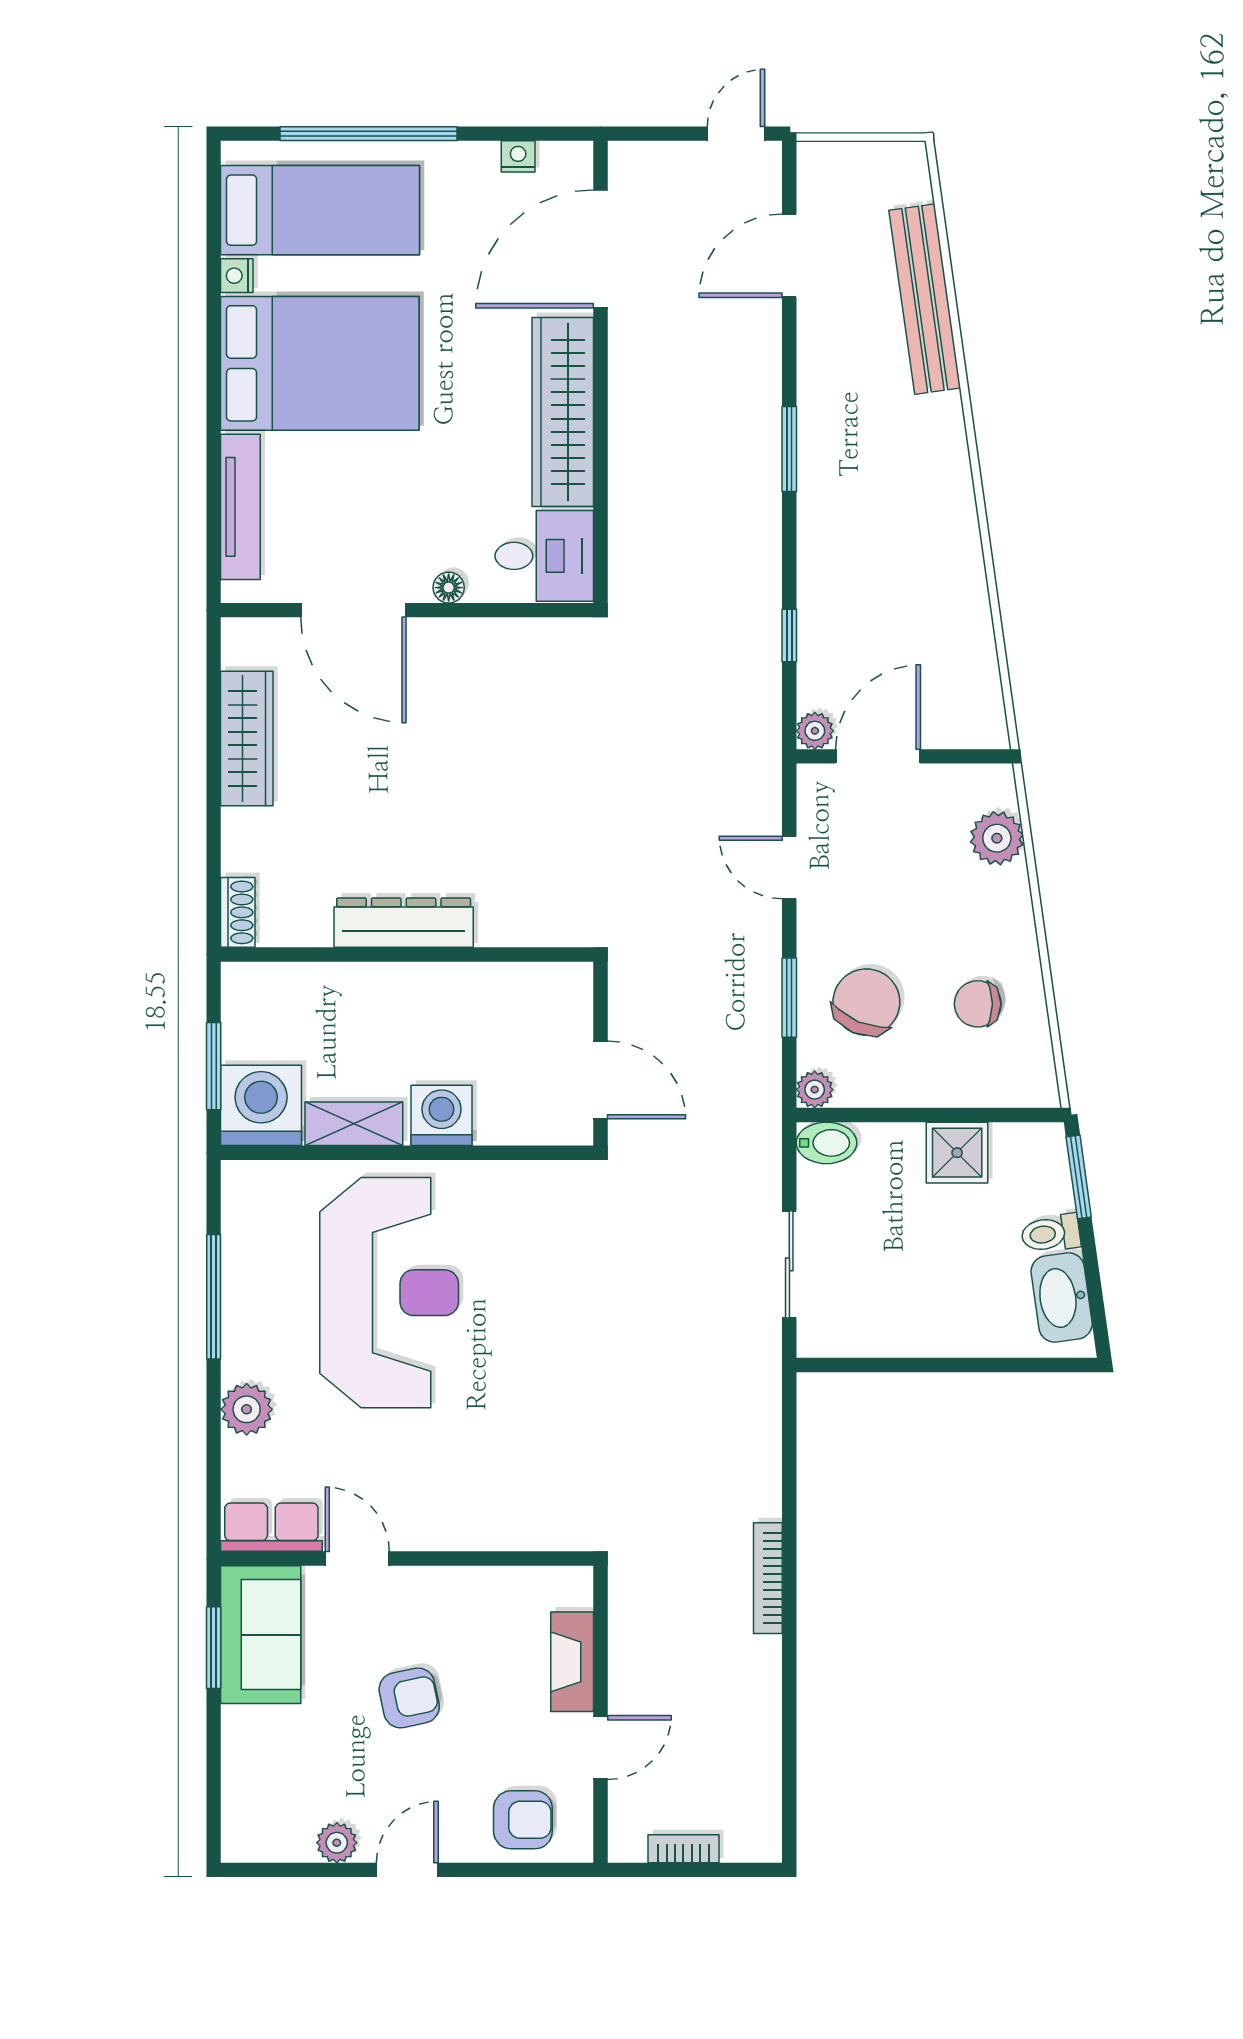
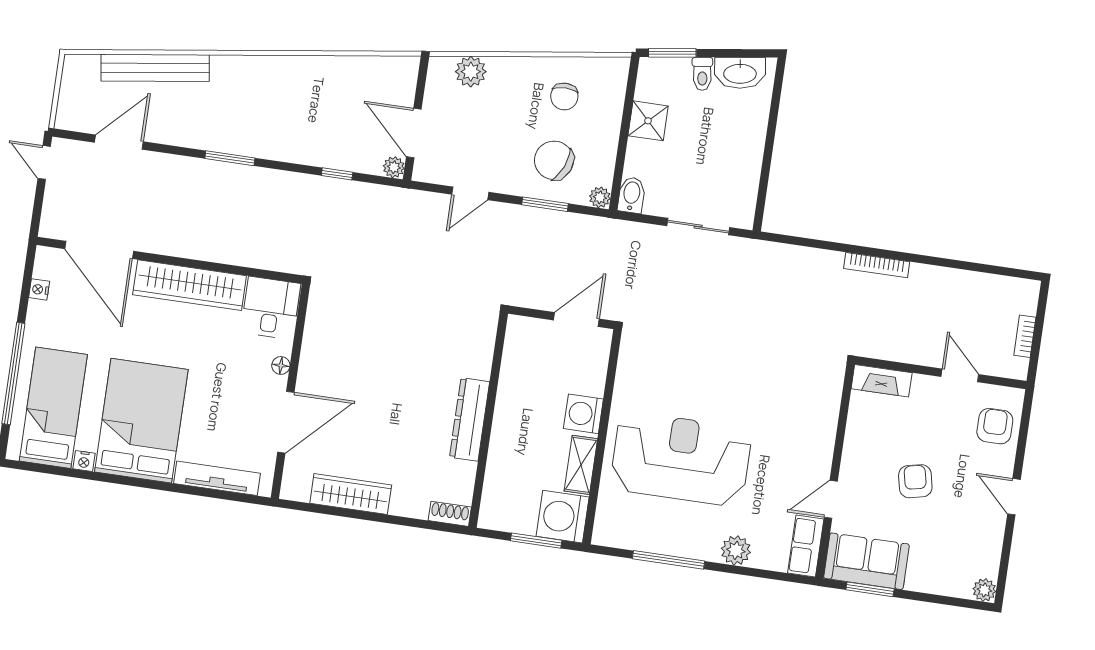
door: (789, 256) -> (119, 142), swing flipped
fireplace: (572, 1662) -> (882, 381), moved
plant: (337, 1843) -> (984, 590), moved

